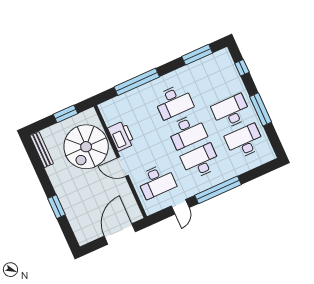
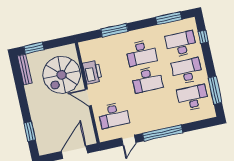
window: (137, 82) -> (114, 30), width x0.68
window: (261, 109) -> (215, 90), moved
window: (65, 114) -> (34, 48), moved
desk: (201, 161) -> (181, 44), moved
window: (57, 207) -> (30, 131), moved

